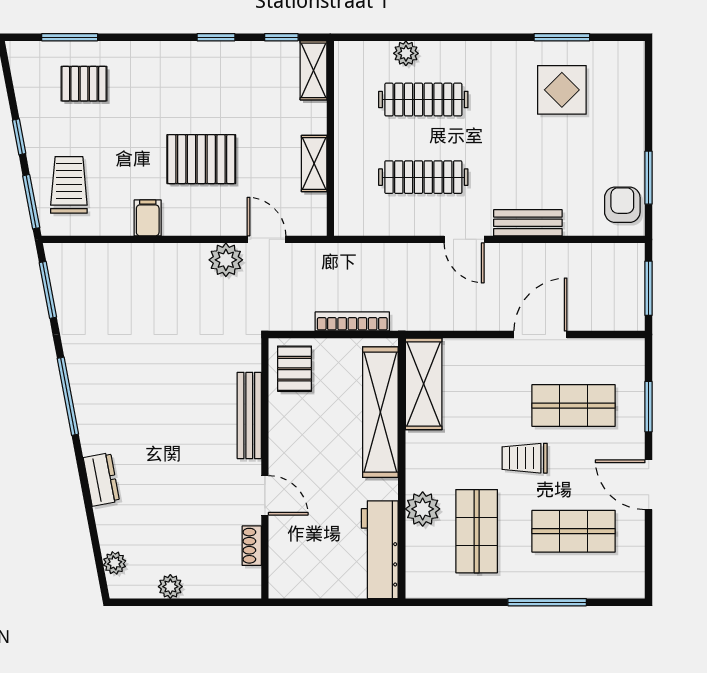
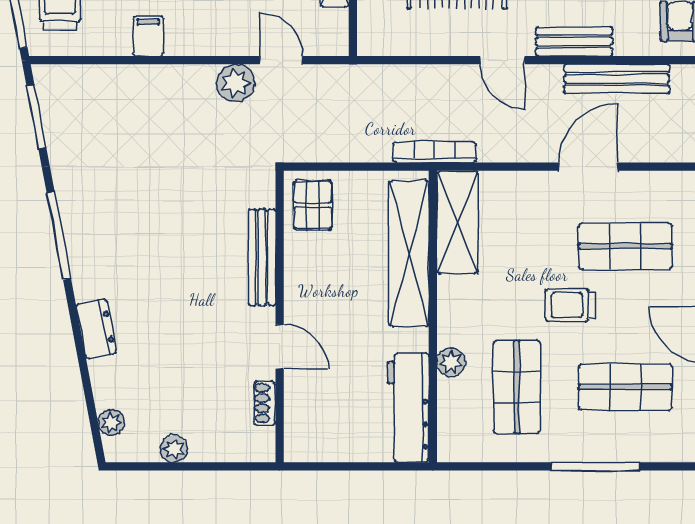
bench: (566, 256) -> (617, 79), added
bookcase: (352, 321) -> (434, 152), moved
plant: (423, 509) -> (451, 362), width x0.73, depth x0.73

